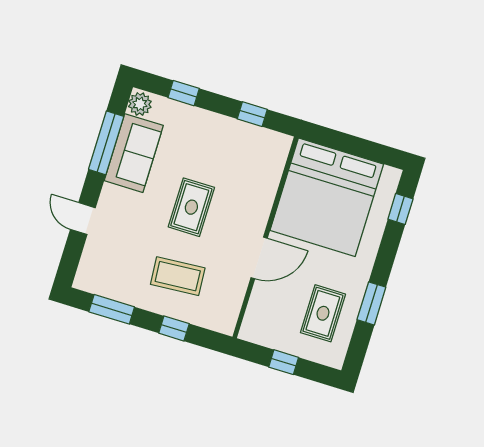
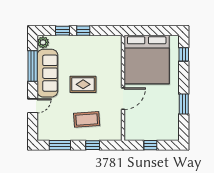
window: (252, 114) -> (83, 31), moved
sofa: (134, 153) -> (47, 73), width x1.36
rug: (191, 207) -> (83, 84), turned 90
door: (83, 219) -> (33, 106), swing flipped
rug: (323, 313) -> (162, 116), removed

